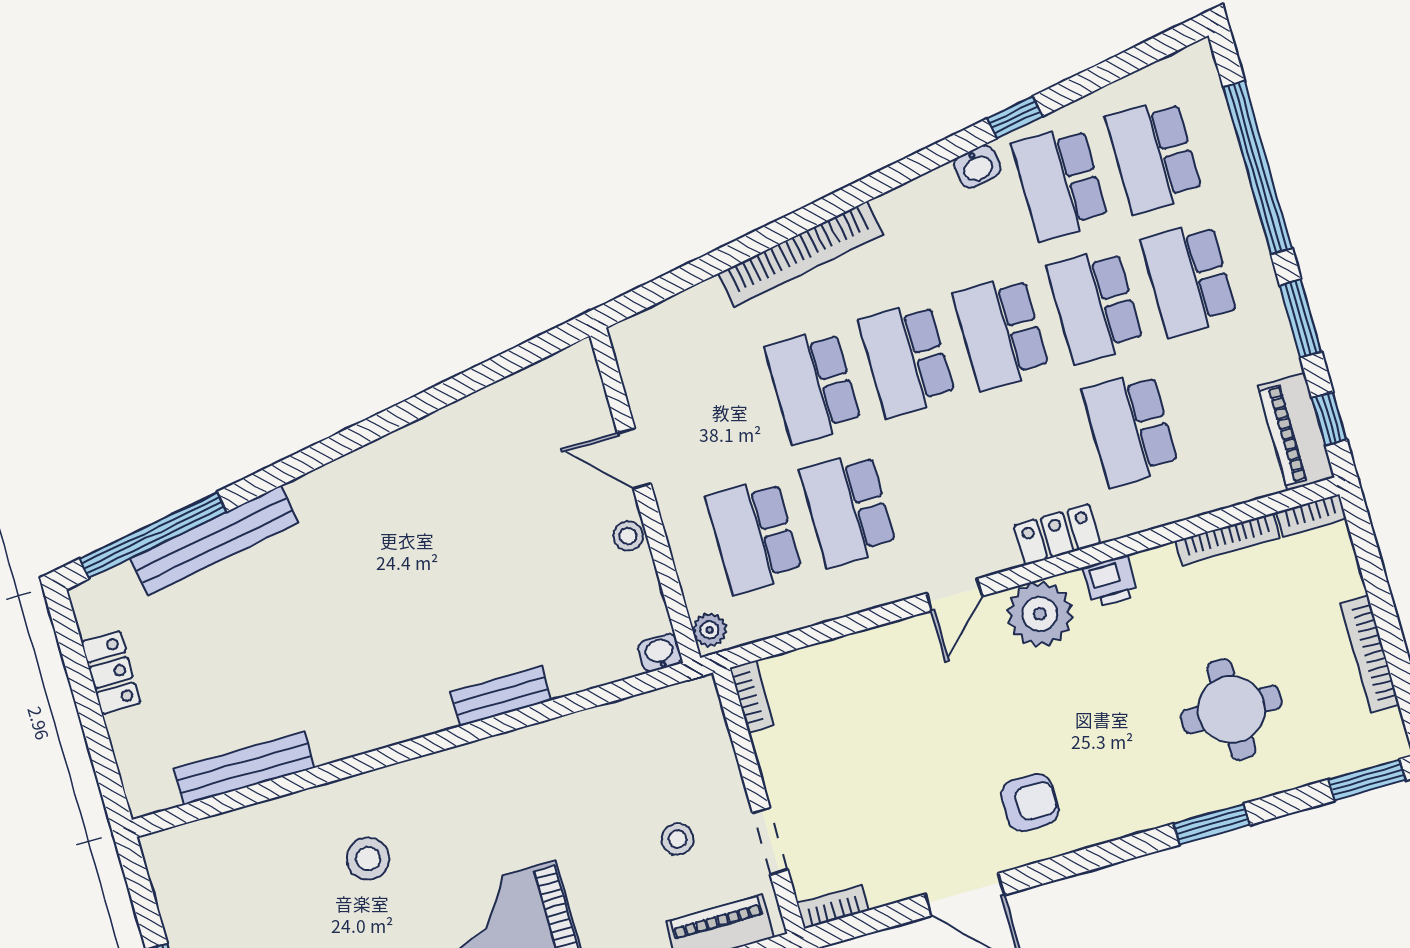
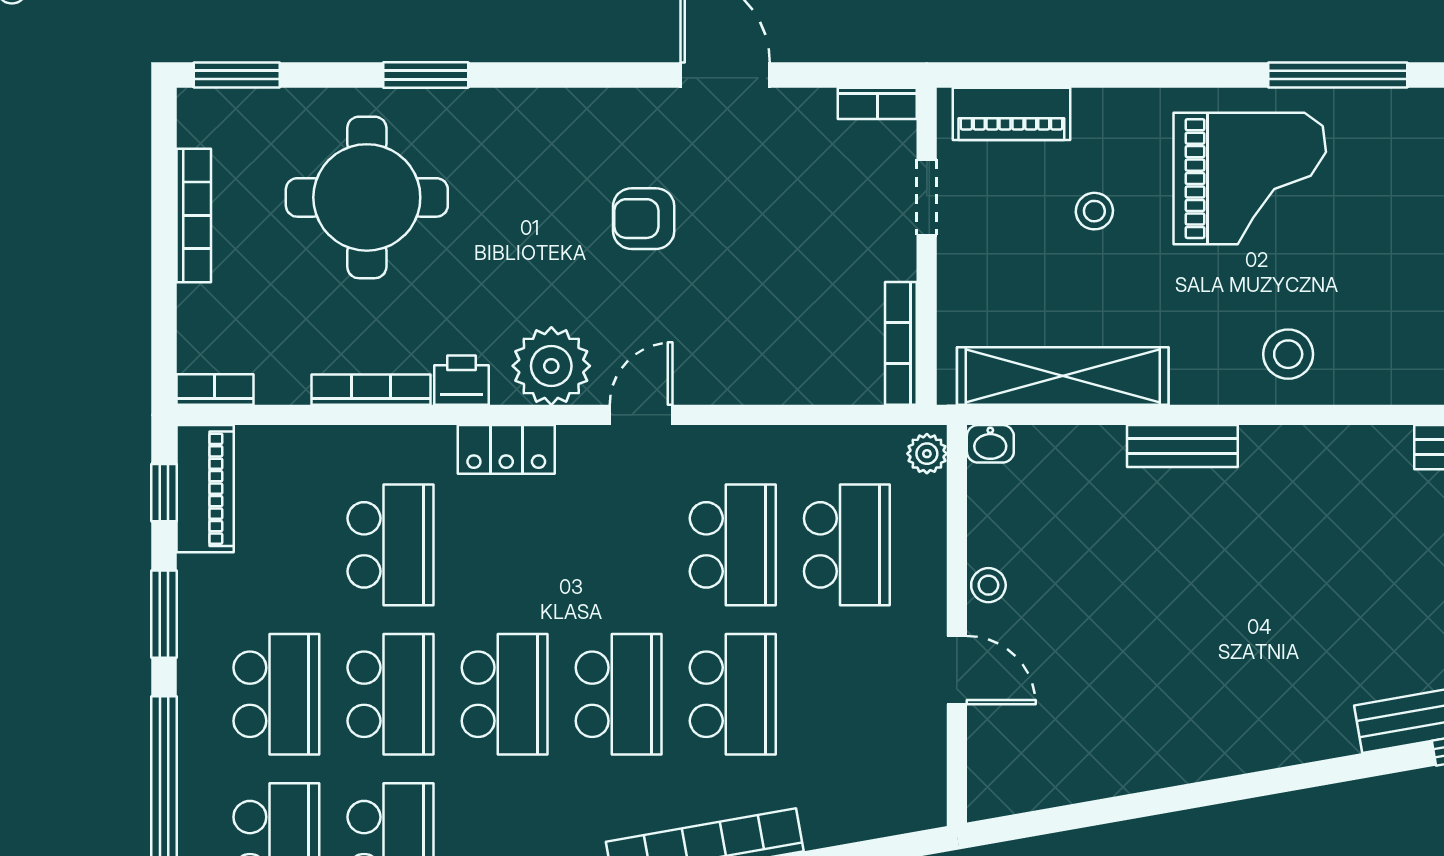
bookcase: (1227, 539) -> (371, 390), moved
bookcase: (752, 696) -> (901, 343), width x1.56
round table: (1231, 710) -> (367, 197), width x1.36, depth x1.36
shelving: (616, 726) -> (1063, 376), added
armchair: (1030, 802) -> (644, 219), moved
stool: (677, 839) -> (1094, 211), moved
stool: (368, 859) -> (1288, 354), moved

